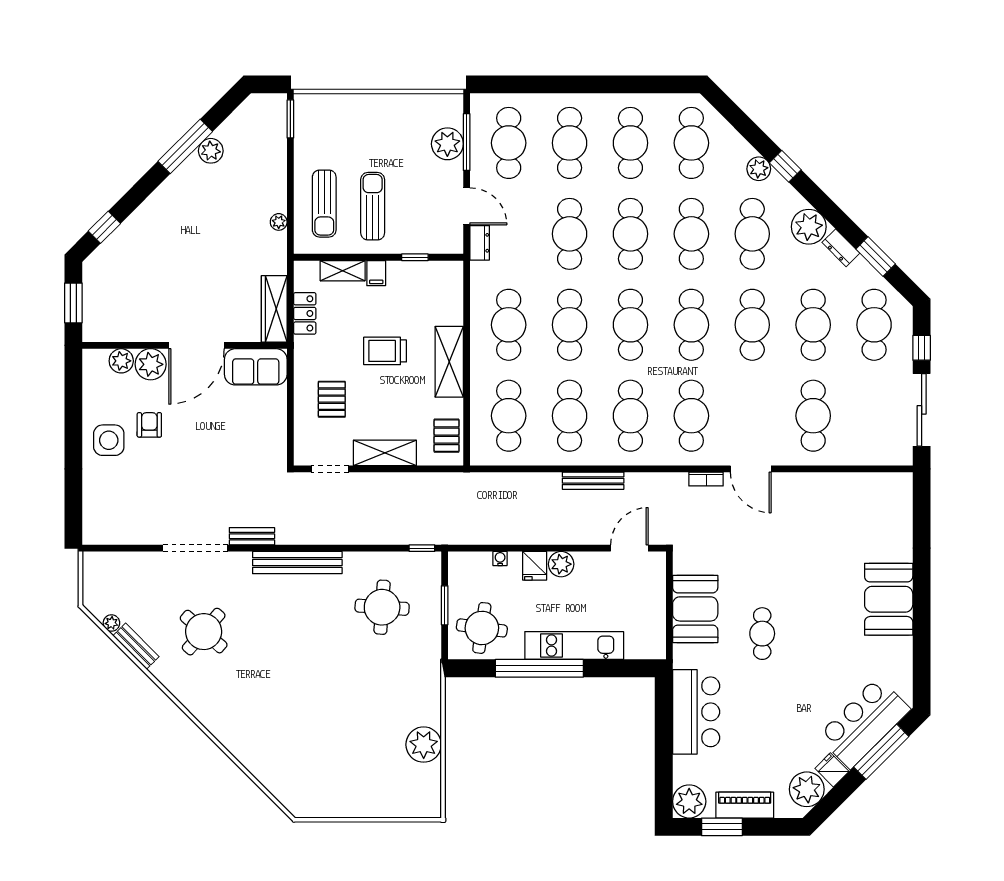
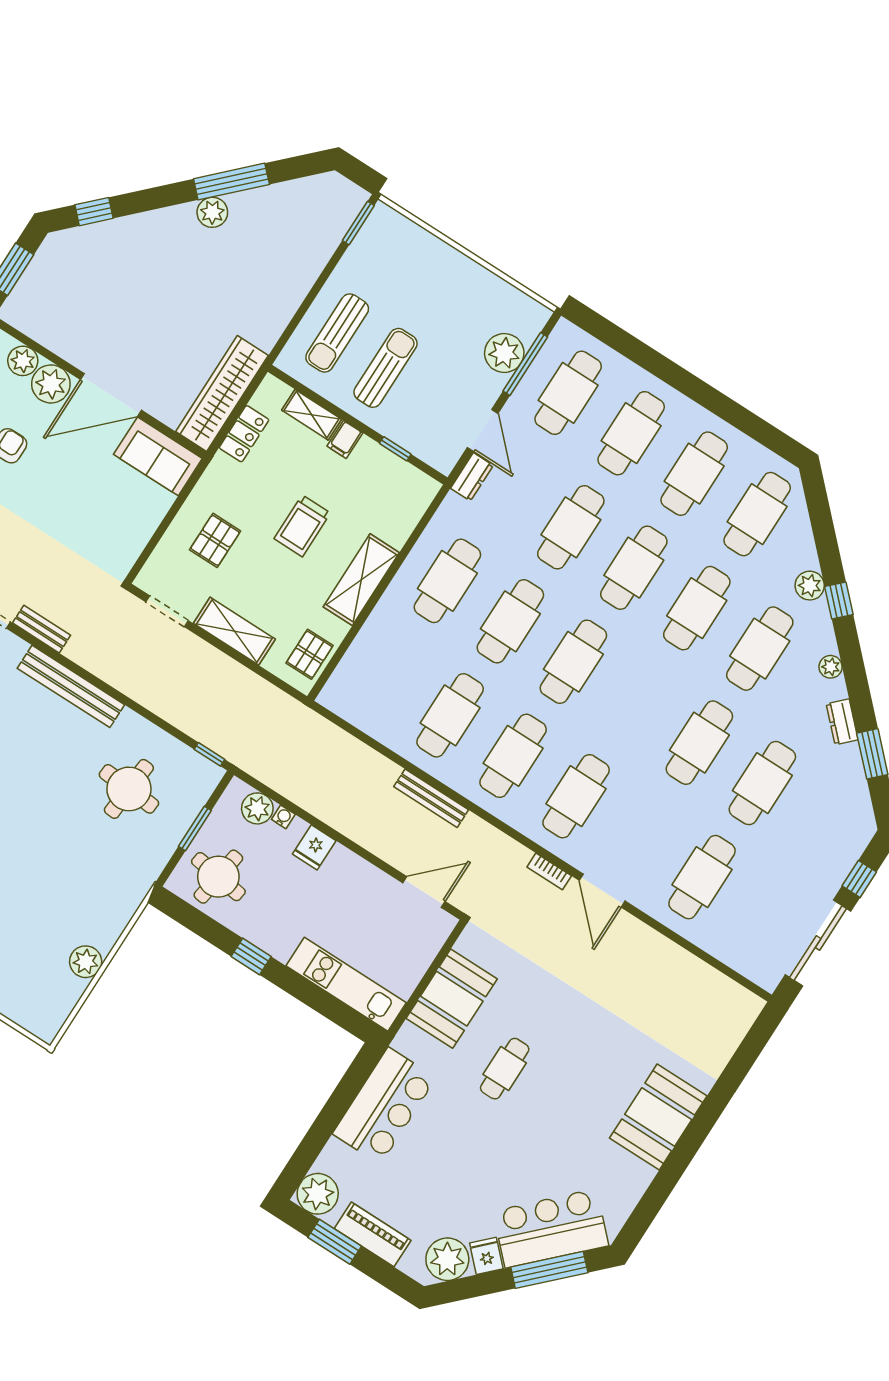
plant: (211, 151) -> (212, 212), moved
plant: (279, 222) -> (278, 322), removed
plant: (809, 227) -> (831, 667), width x0.53, depth x0.53
wardrobe: (274, 309) -> (222, 394), width x1.40, depth x1.17
cafe table: (691, 325) -> (636, 702), removed
cafe table: (874, 325) -> (825, 824), removed
trolley: (385, 351) -> (302, 526), turned -90
cafe table: (509, 416) -> (387, 675), removed
plant: (561, 564) -> (257, 808), moved
kitchen unit: (574, 645) -> (346, 984), moved
window: (539, 668) -> (251, 956), width x0.32
plant: (424, 745) -> (86, 962), width x0.73, depth x0.73

